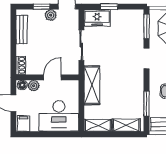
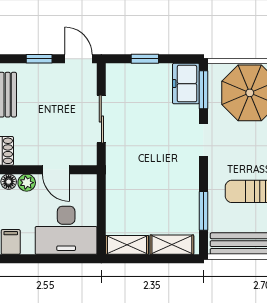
plant: (51, 15) -> (53, 72), removed
freezer: (97, 18) -> (186, 84), moved, turned 90
door: (52, 77) -> (56, 170), swing flipped
shelving: (92, 85) -> (118, 182), removed

